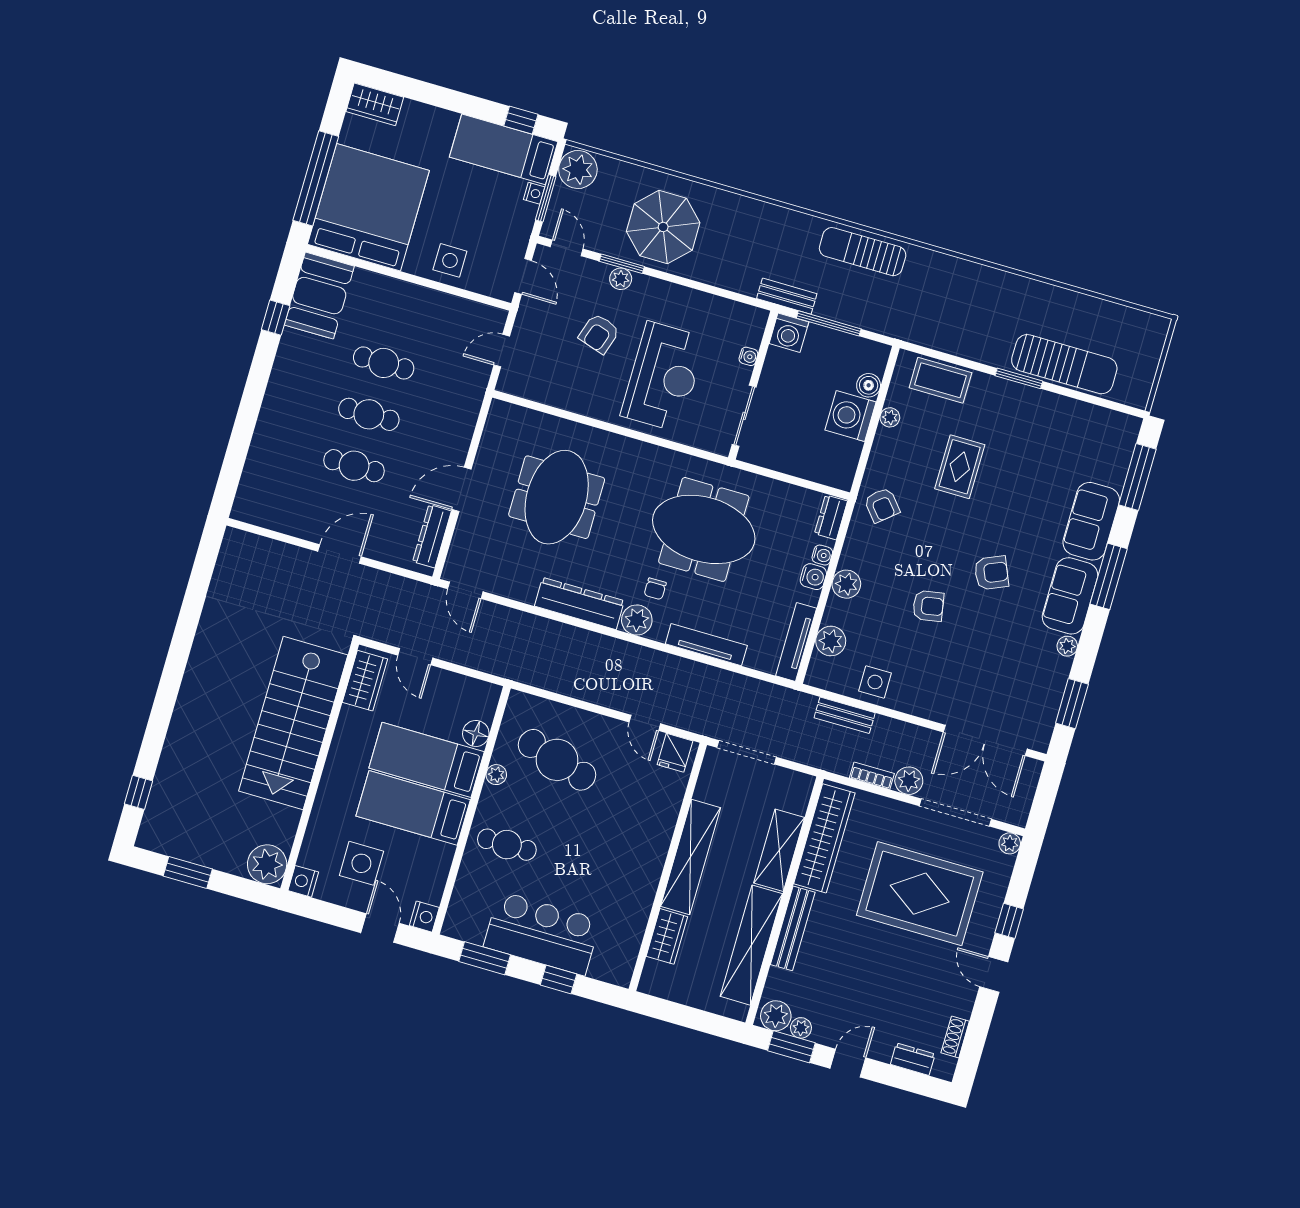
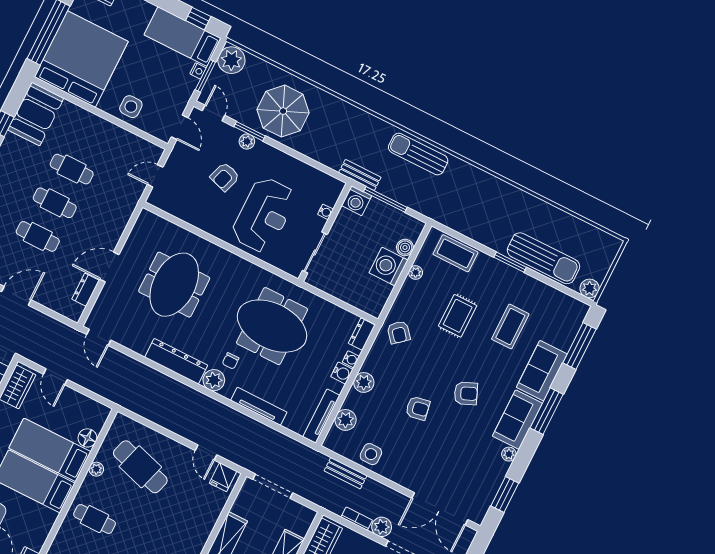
plant: (1136, 394) -> (590, 288), added
coffee table: (1036, 468) -> (510, 327), added
dresser: (432, 536) -> (86, 290), width x0.70

